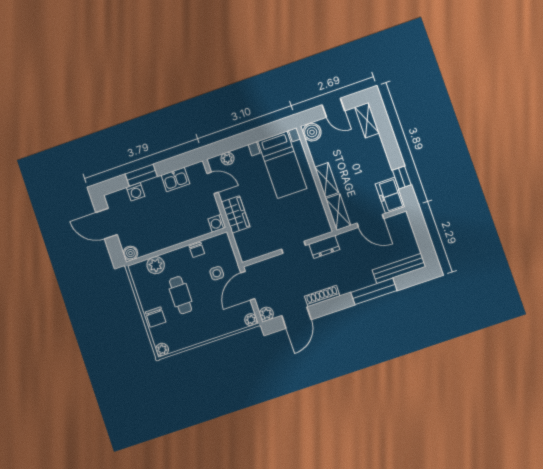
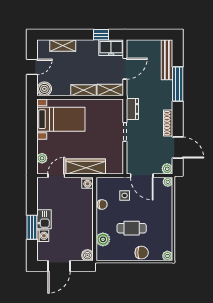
shelving: (367, 120) -> (63, 45), moved
kitchen sink: (175, 179) -> (44, 219), moved
wardrobe: (236, 214) -> (86, 166), width x1.50

